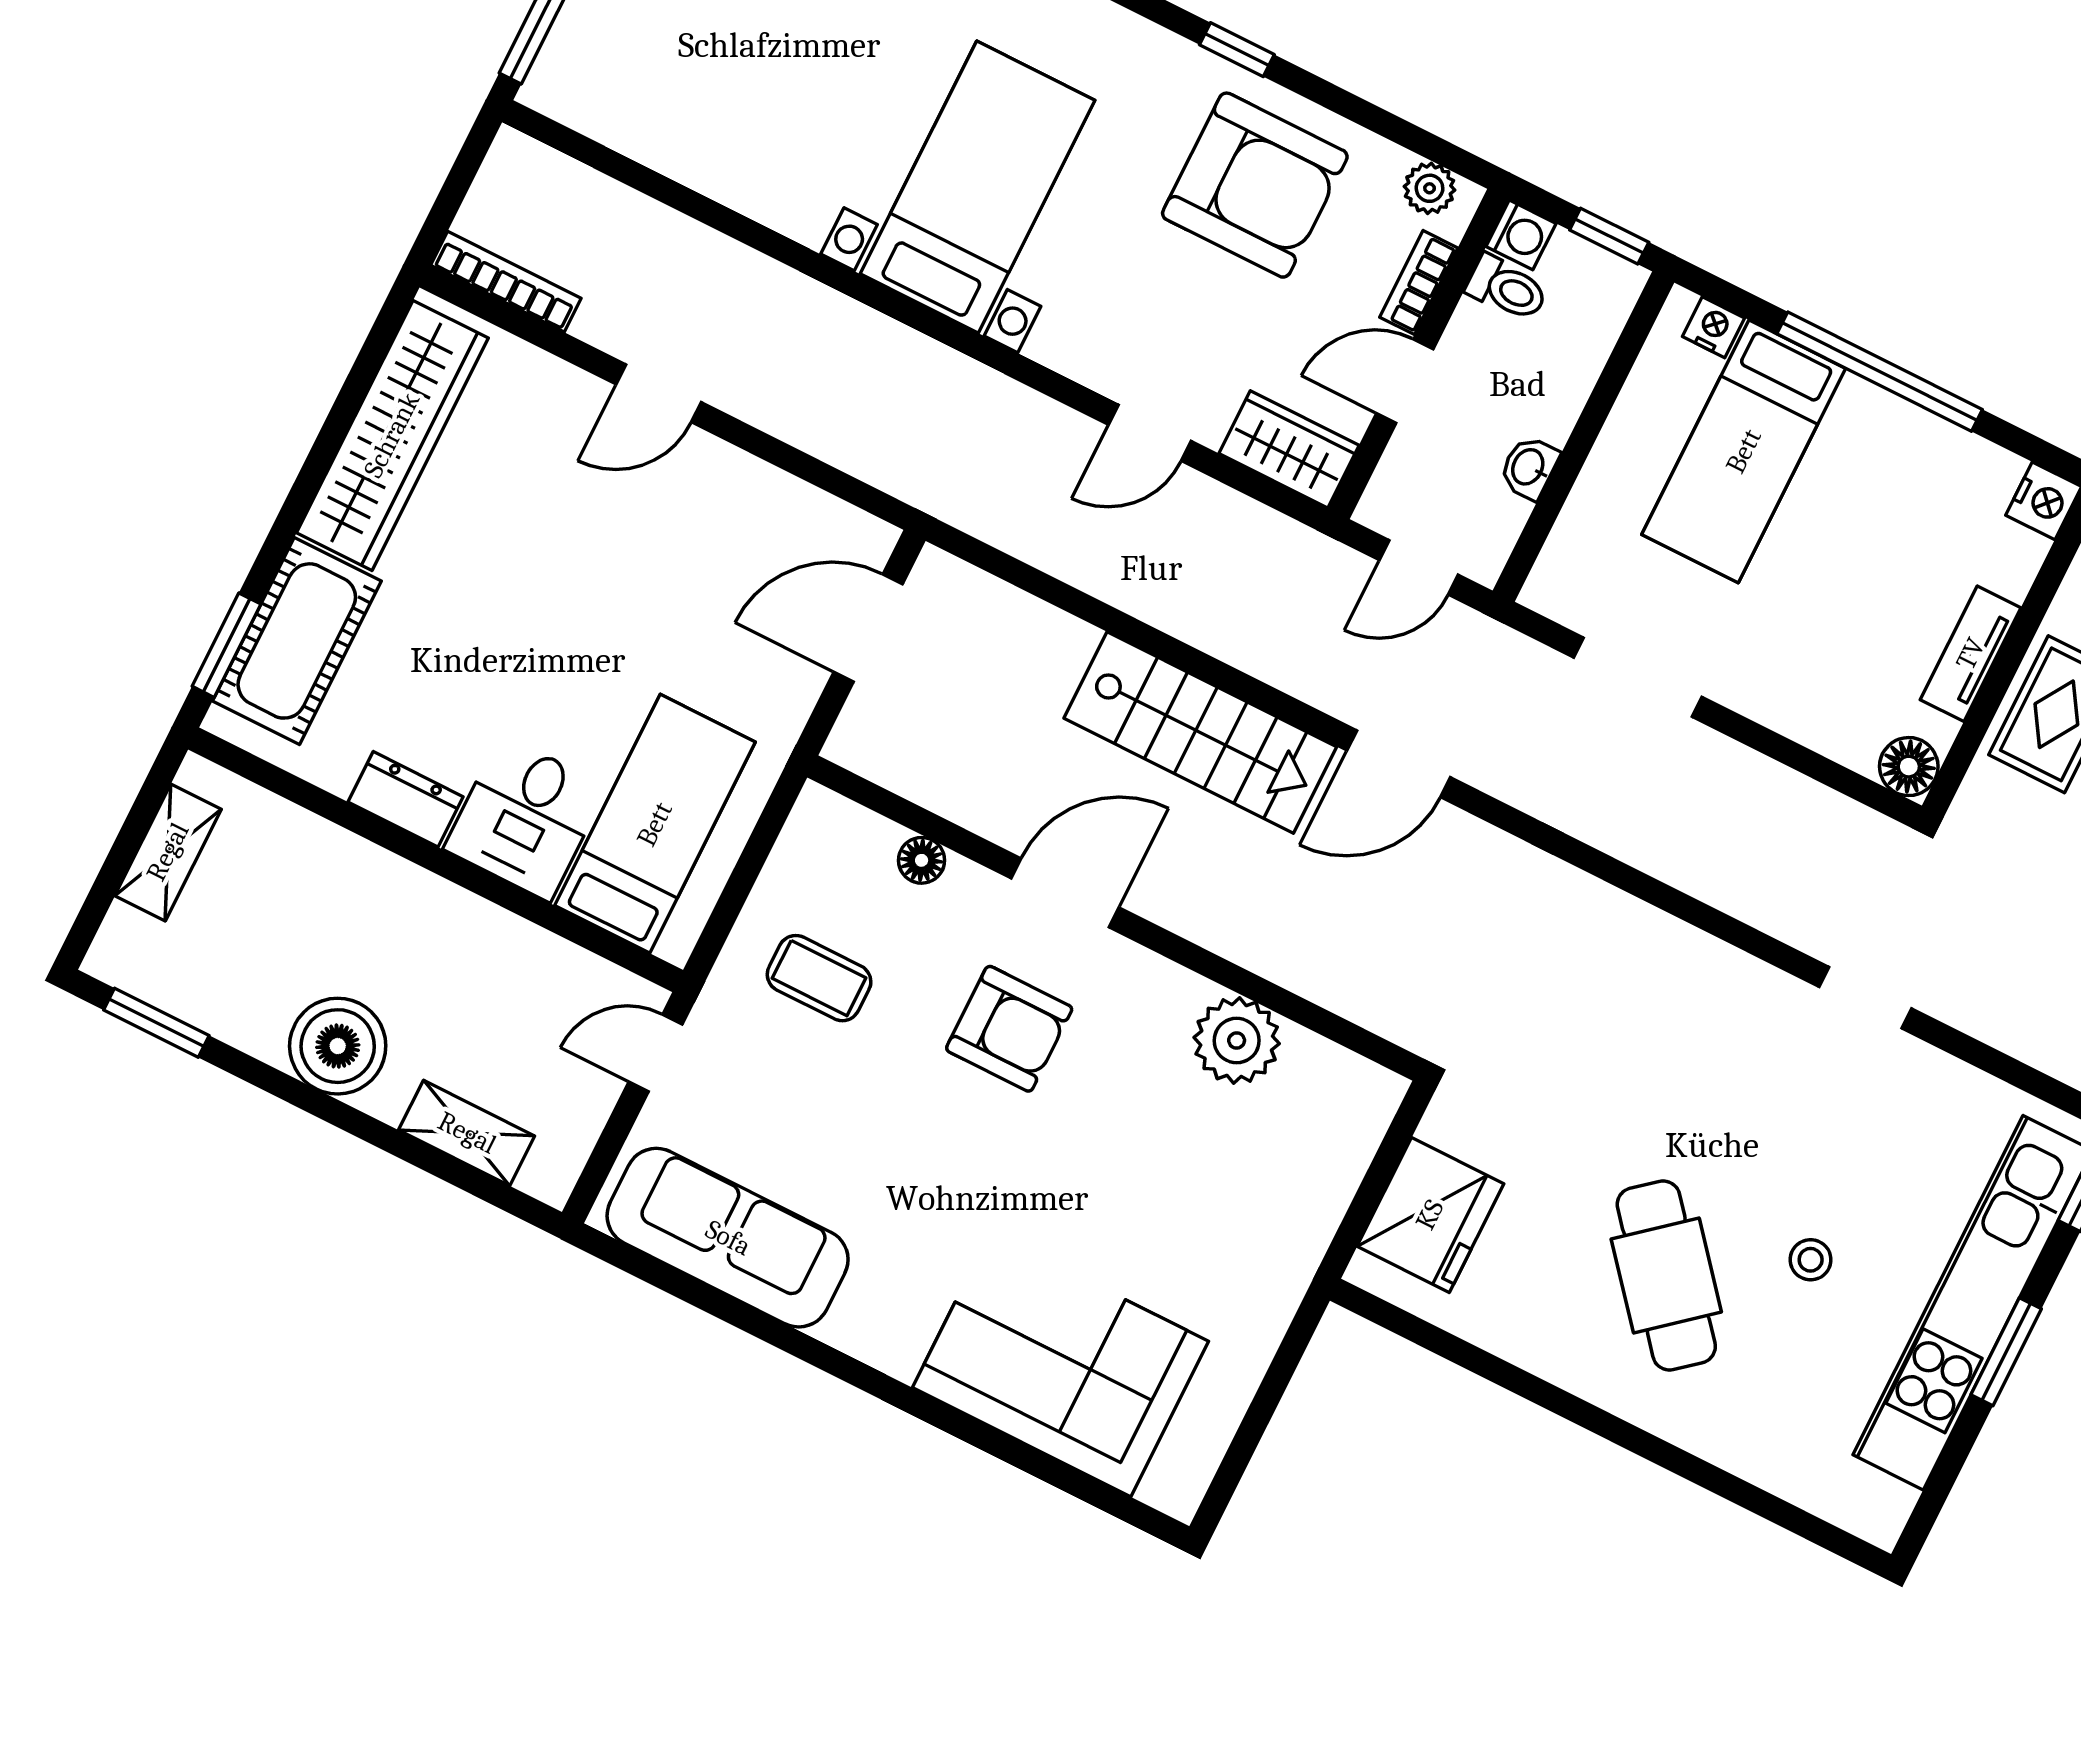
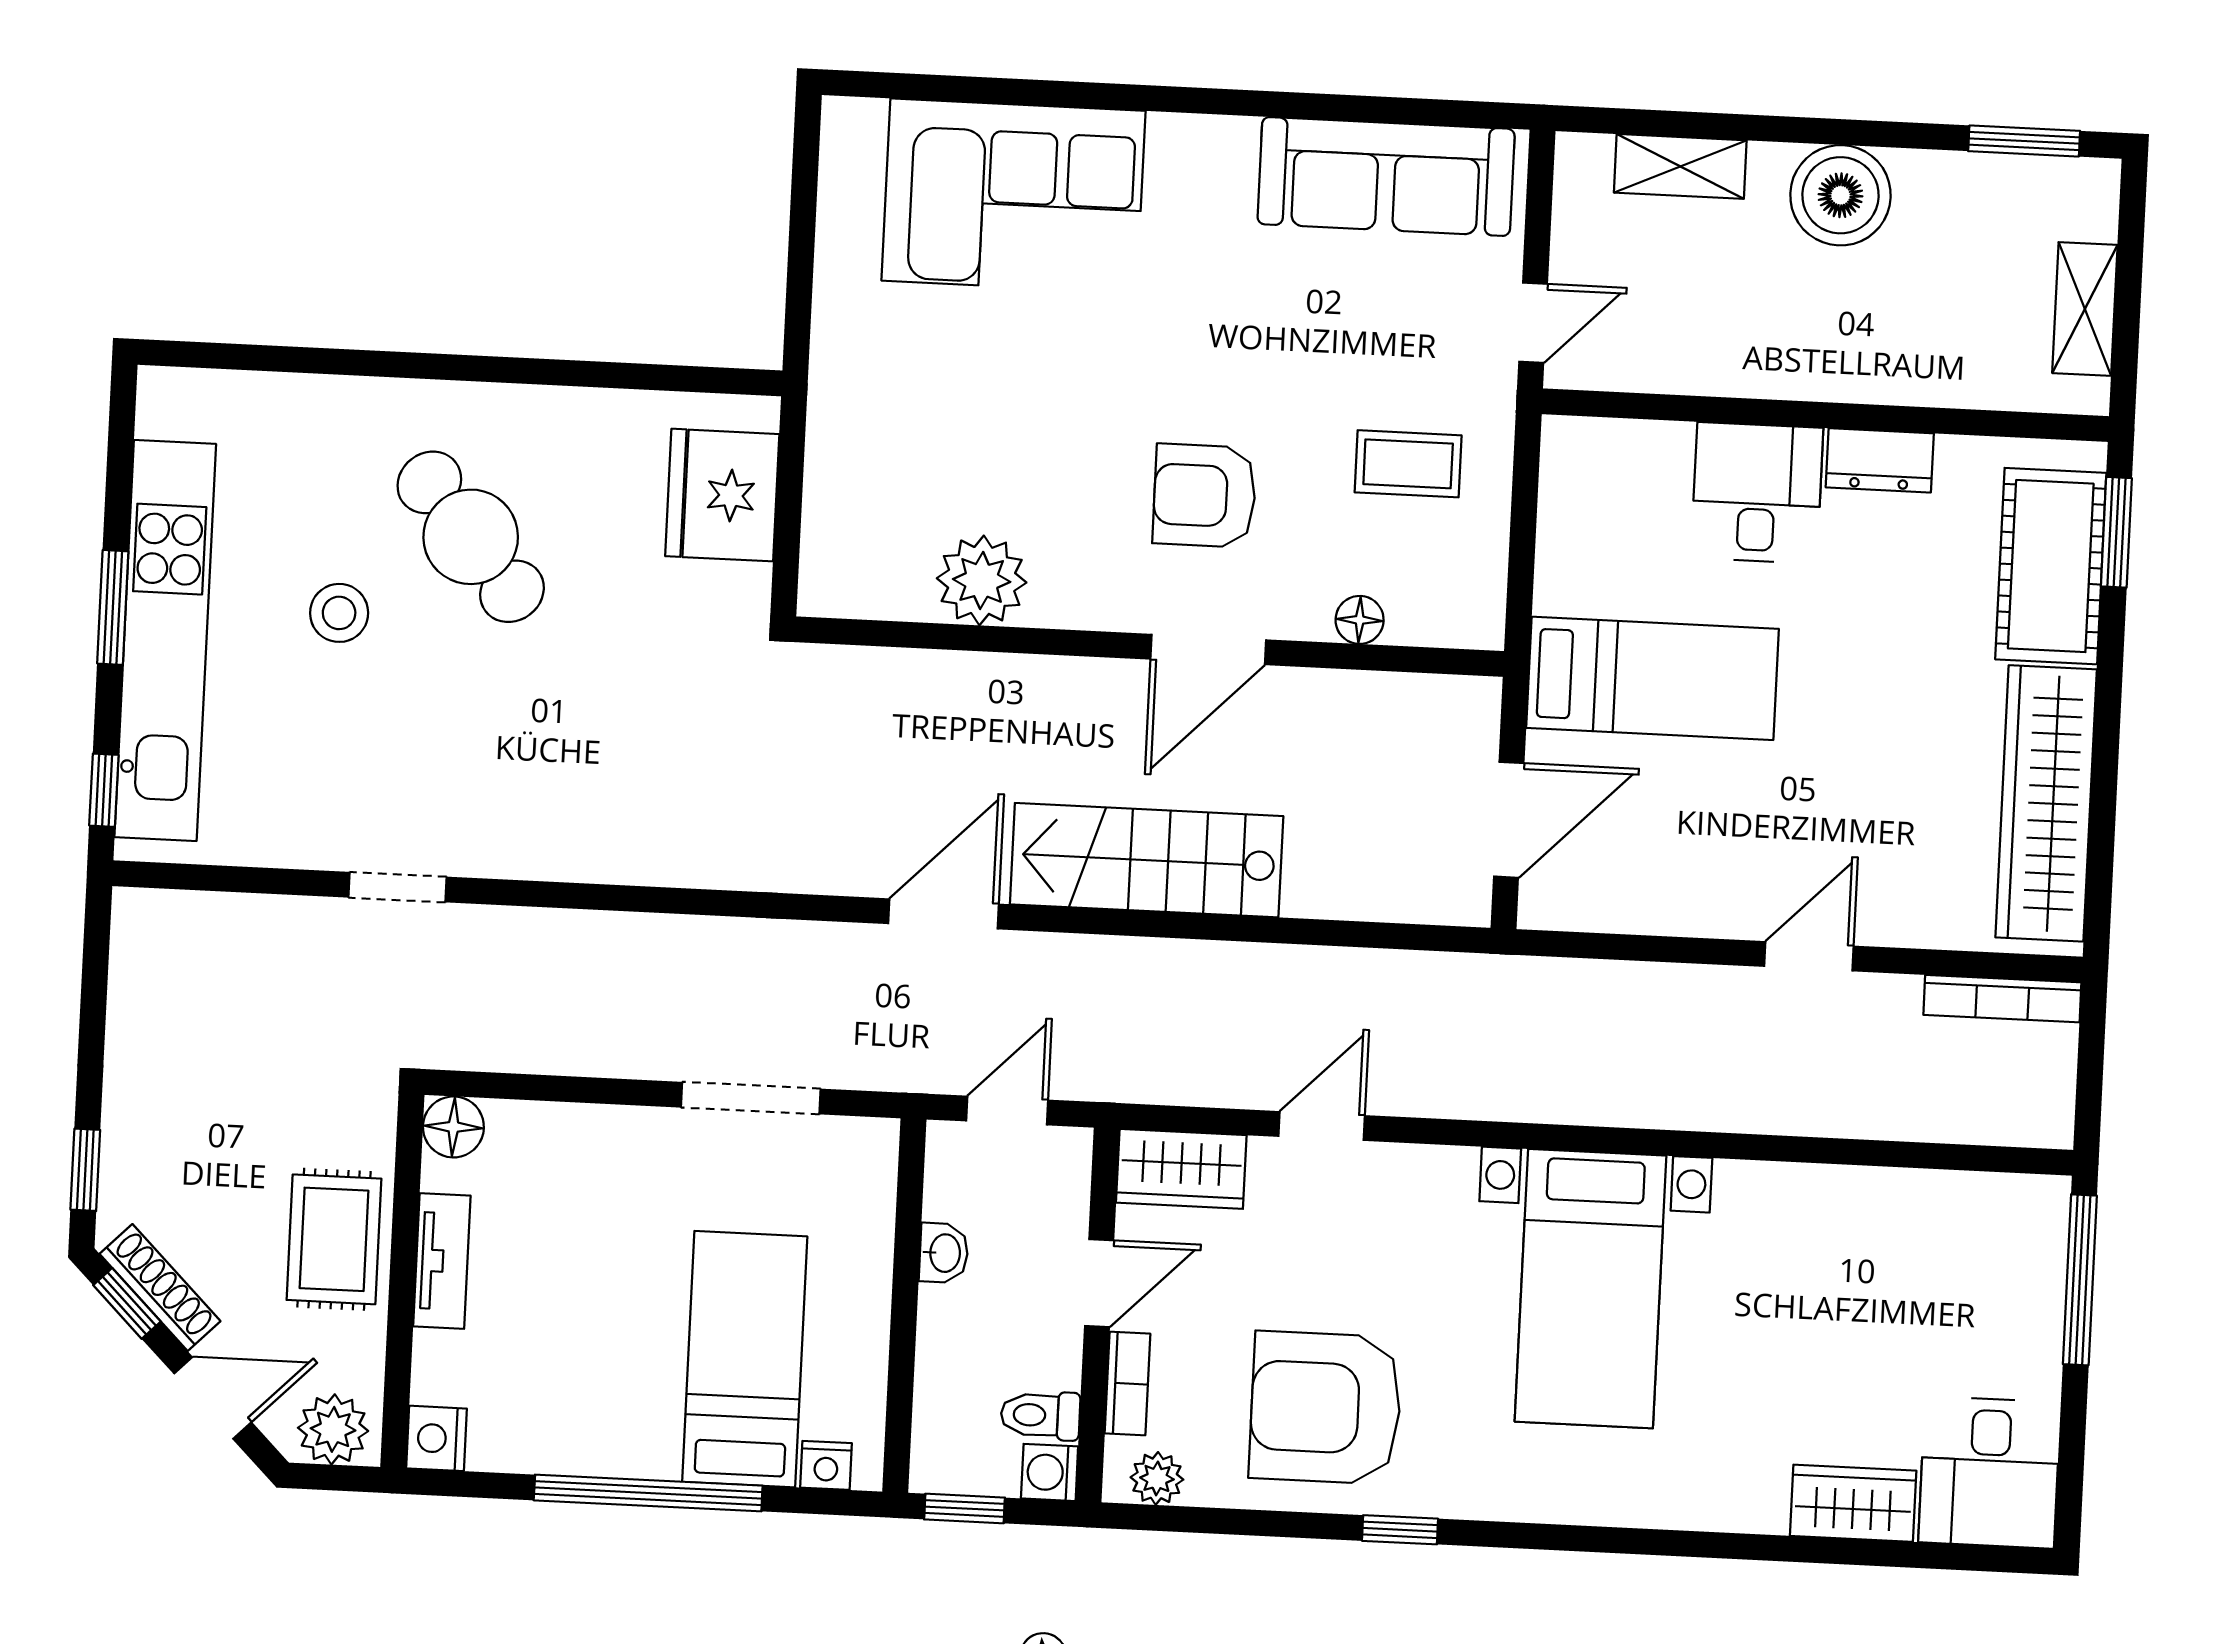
bed: (655, 824) -> (1652, 678), moved, turned -90
stool: (1811, 1260) -> (339, 613), width x1.37, depth x1.37

